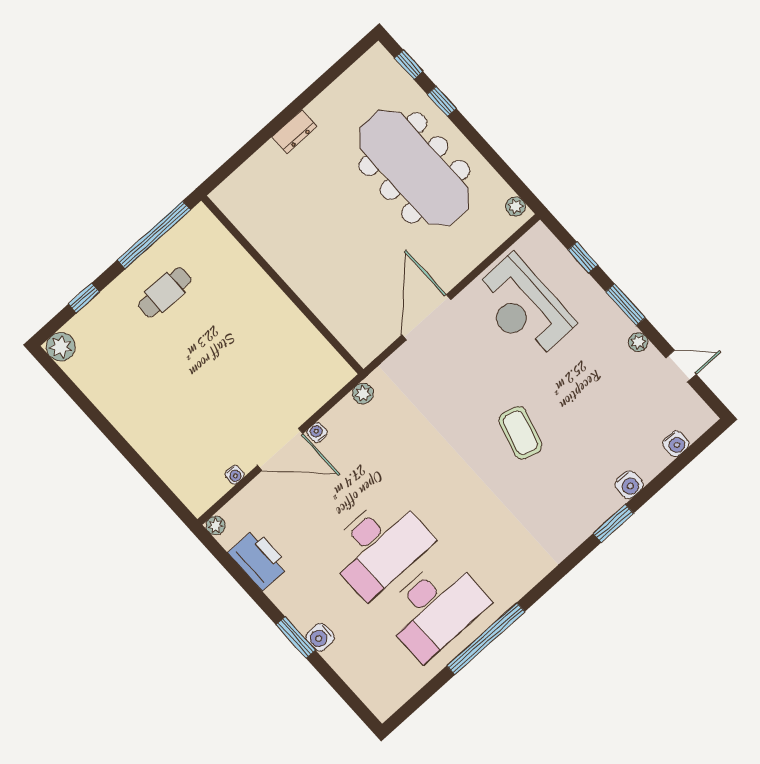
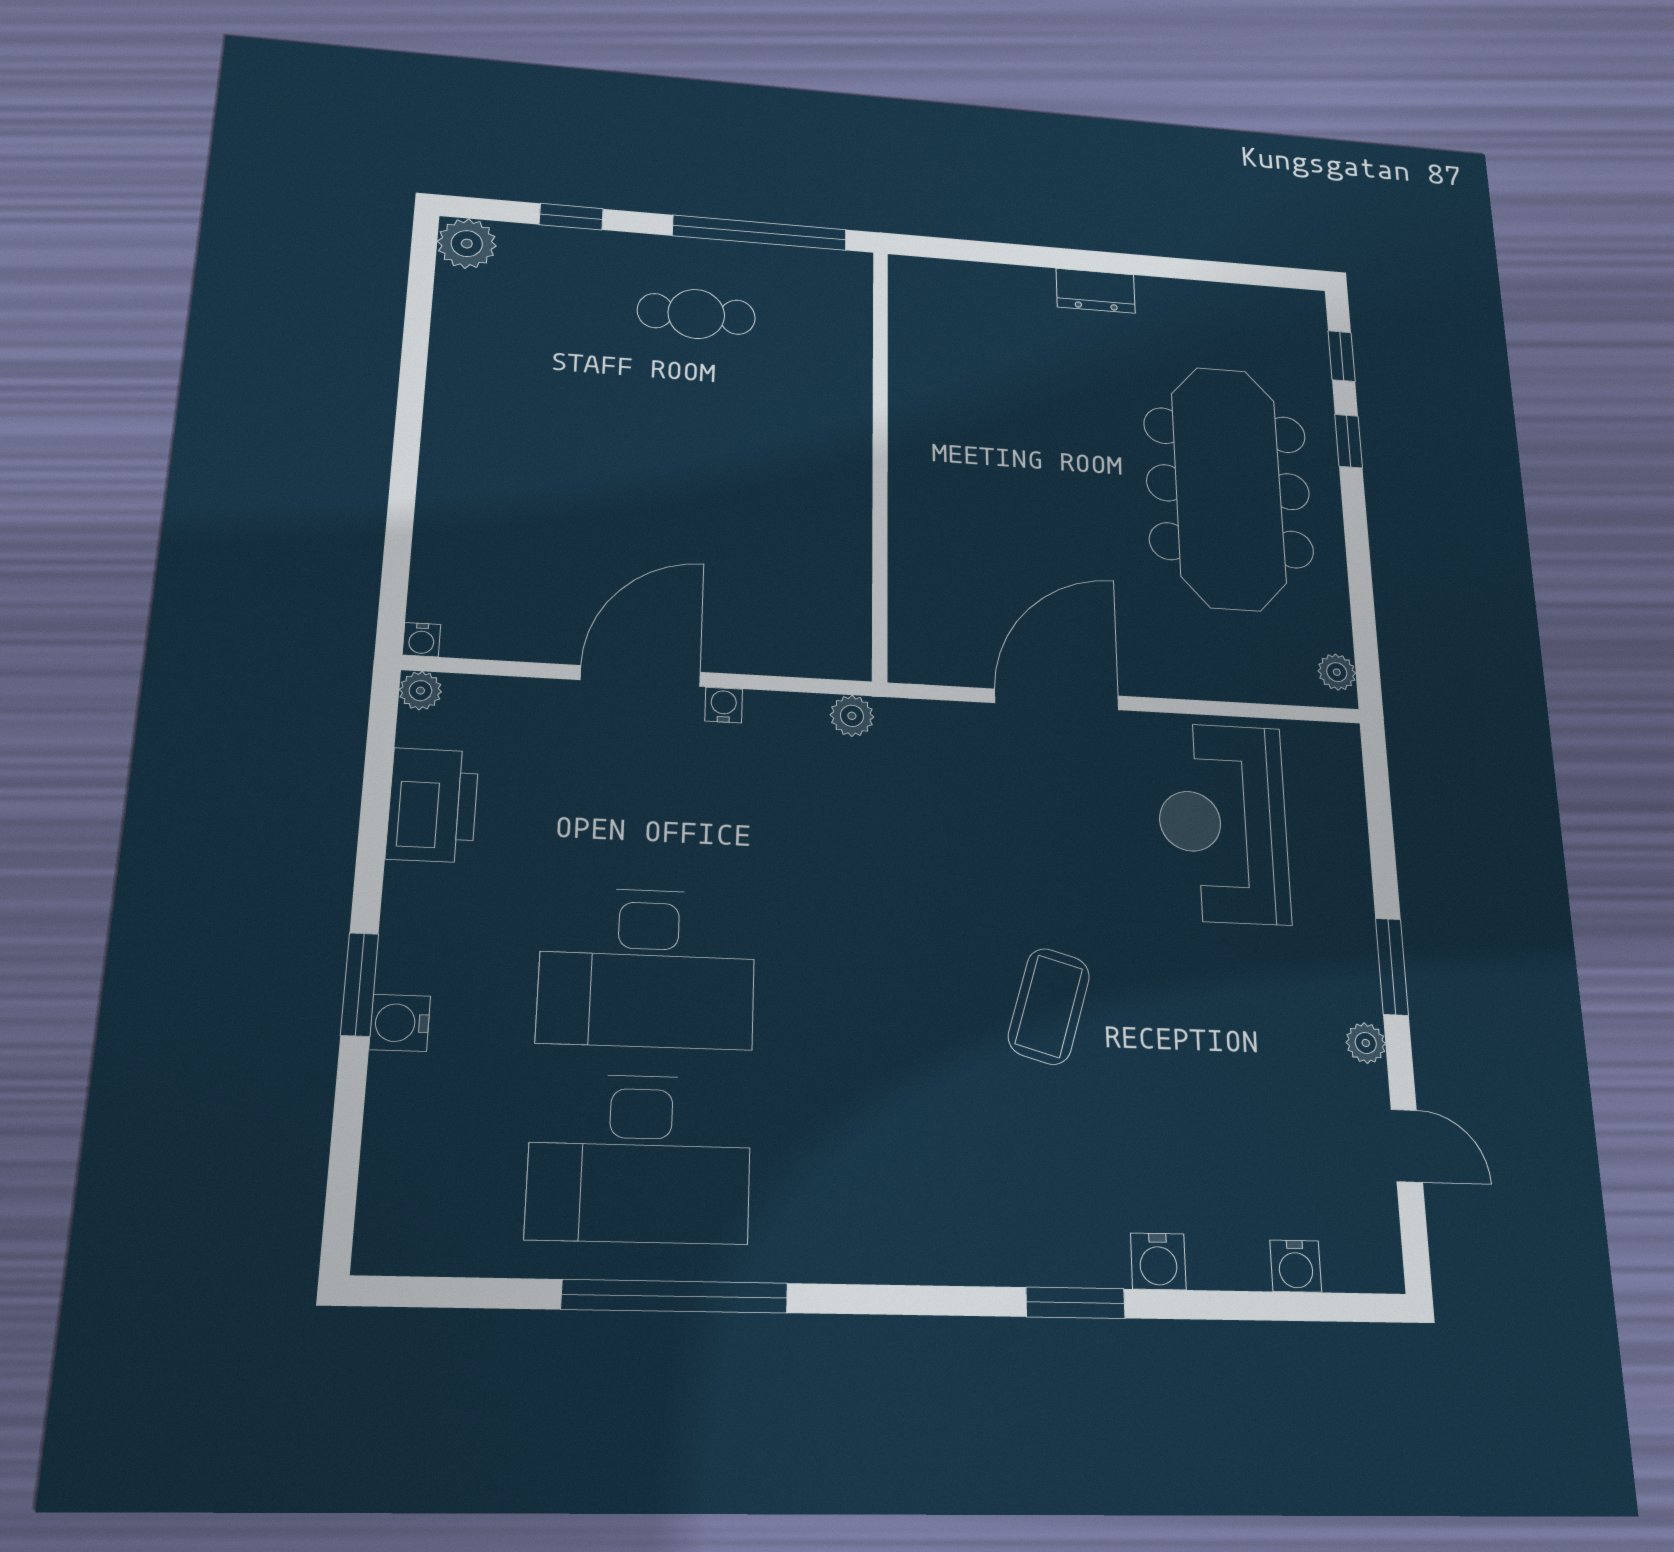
window: (583, 258) -> (1381, 836), removed
door: (280, 449) -> (641, 676), swing flipped
water cooler: (234, 475) -> (422, 640), moved

